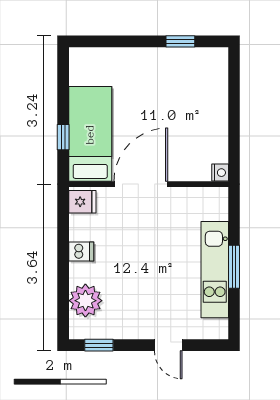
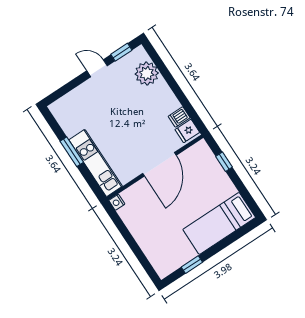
bed: (90, 134) -> (219, 223), moved, turned 90
dishwasher: (81, 251) -> (179, 117), moved
kitchen unit: (215, 270) -> (96, 163), moved
door: (168, 345) -> (97, 68), moved

